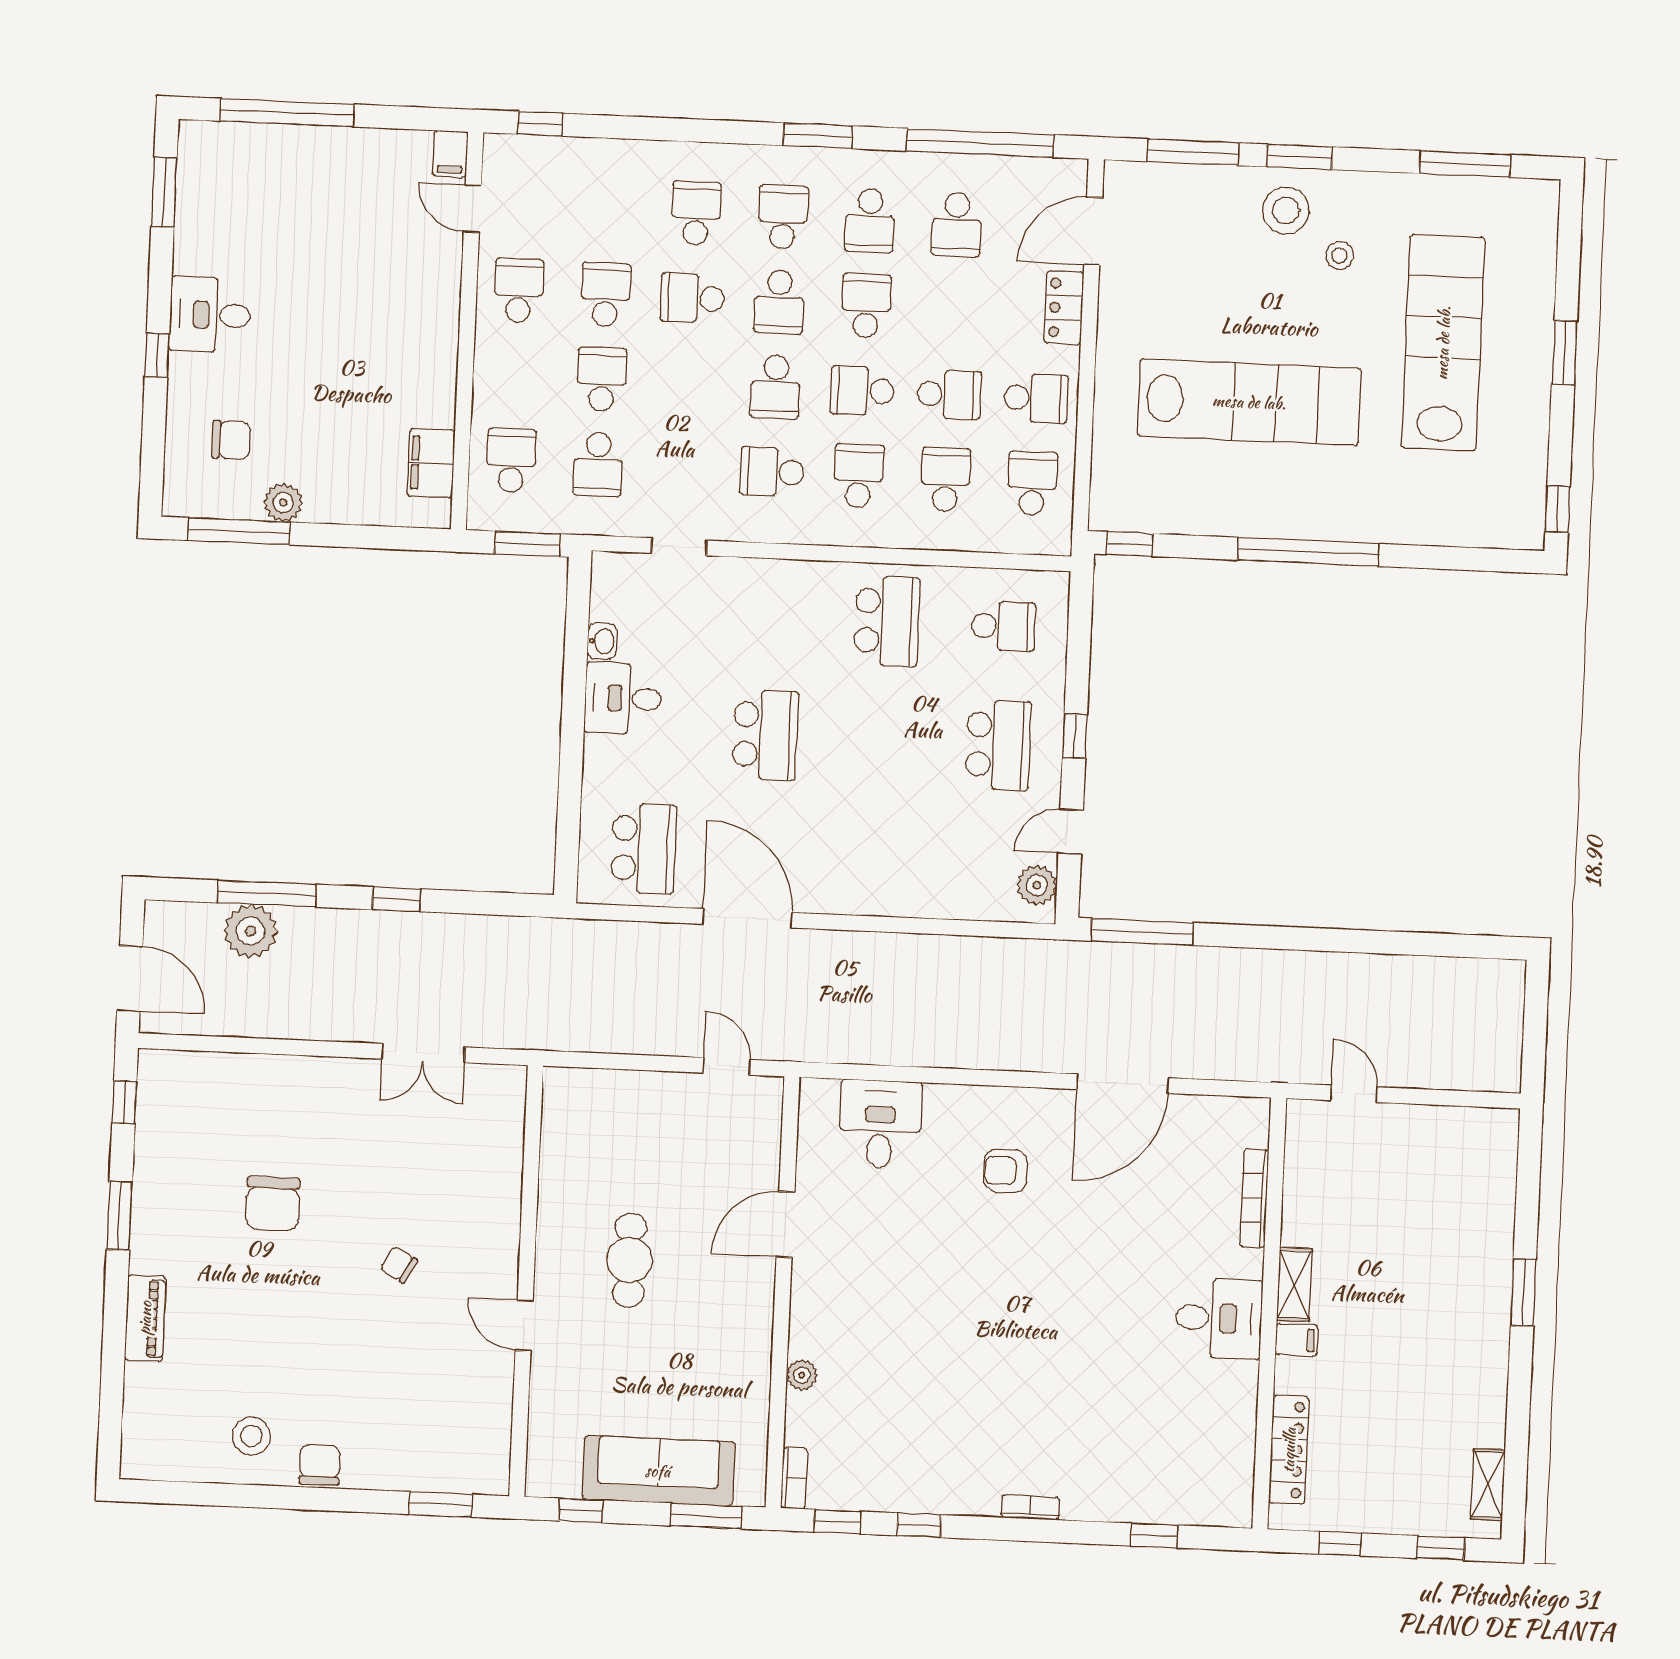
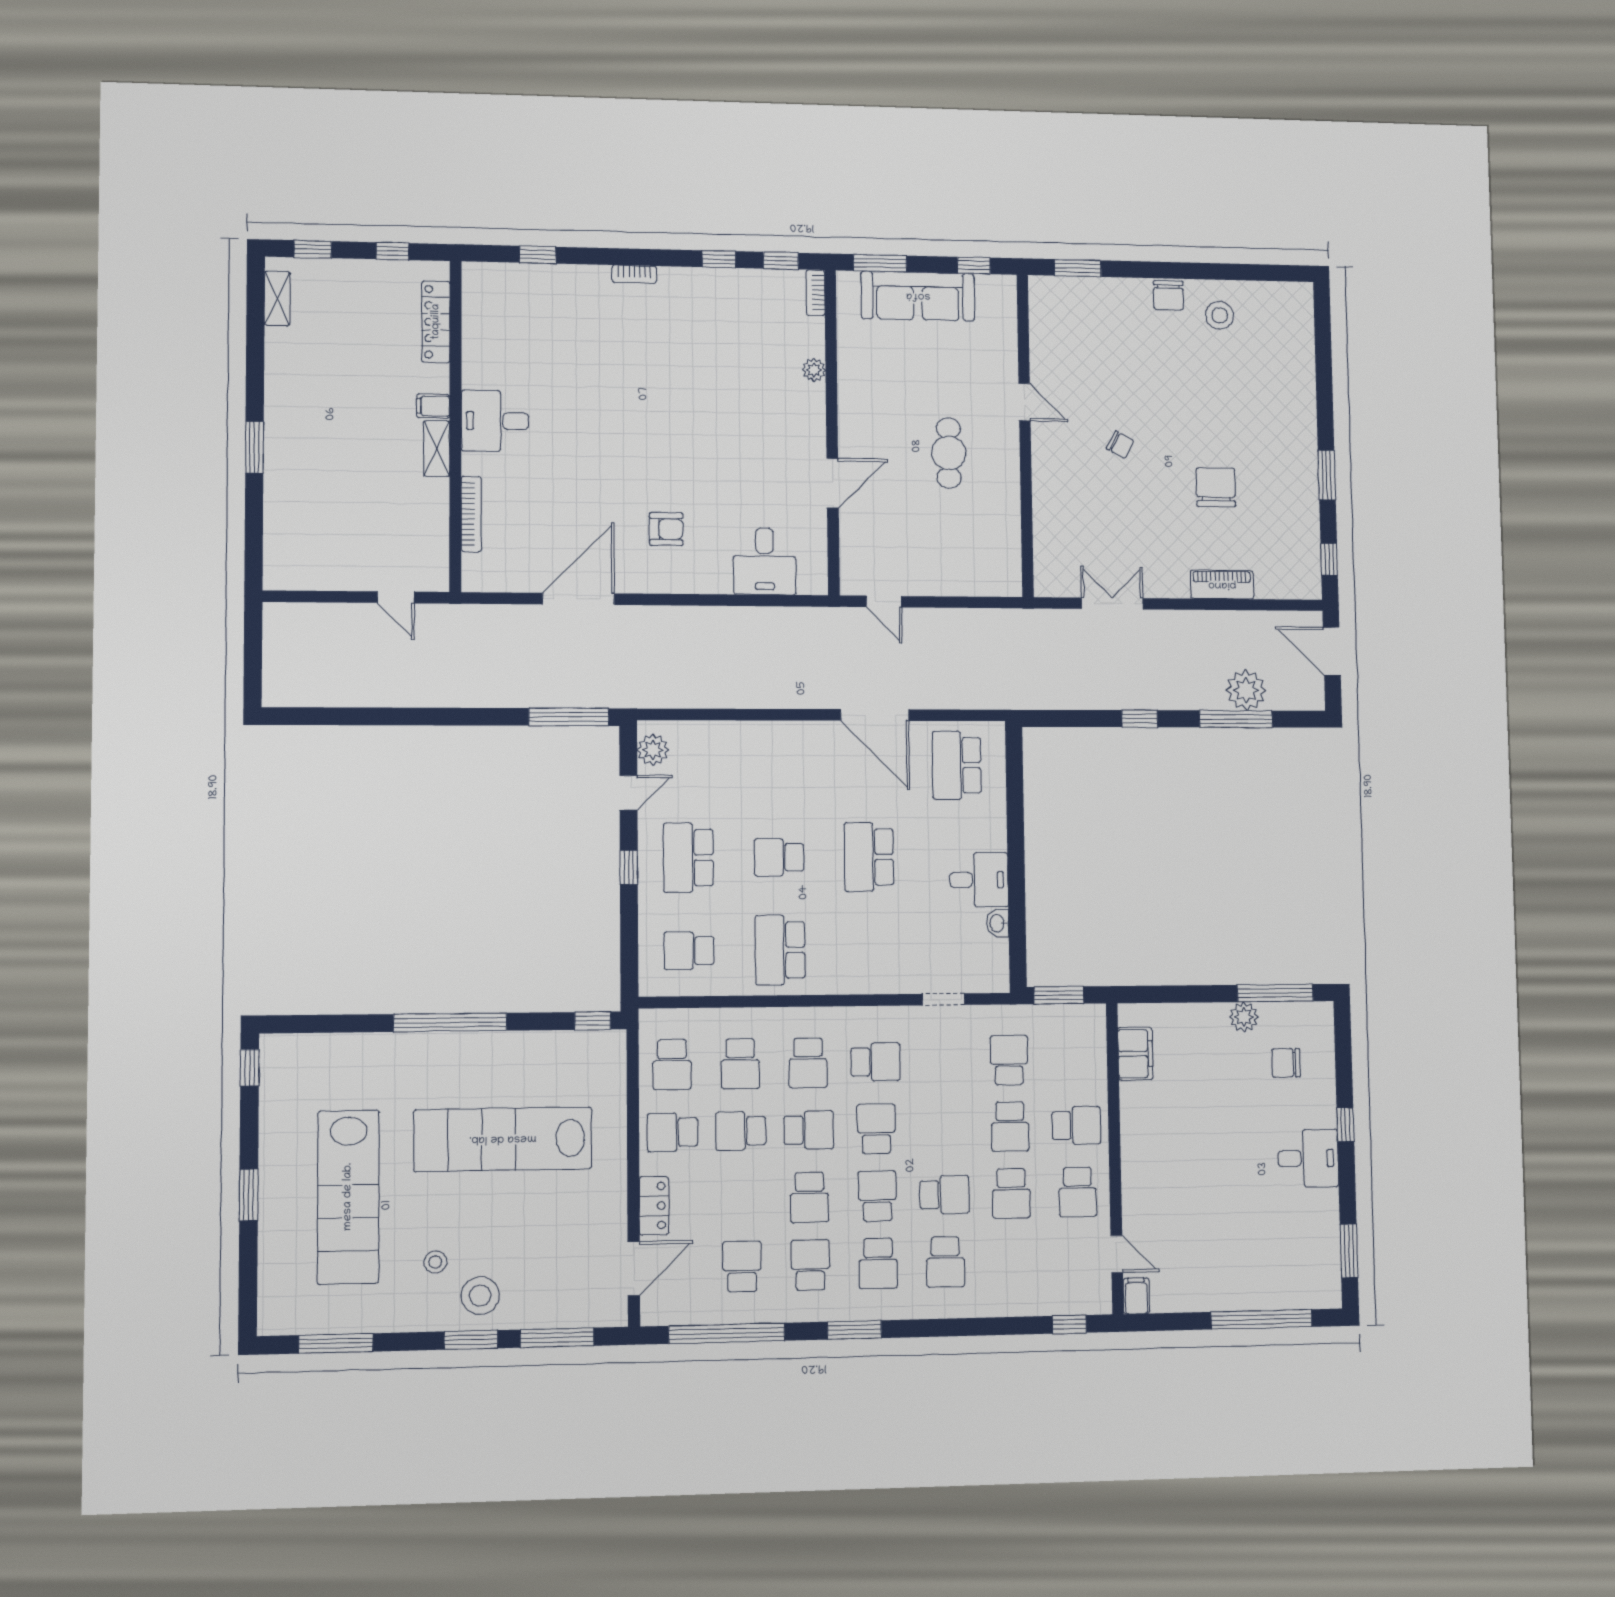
school desk: (511, 460) -> (1076, 1125), moved, turned -90
school desk: (882, 740) -> (779, 857), added
piano: (145, 1318) -> (1222, 585), moved, turned 90

